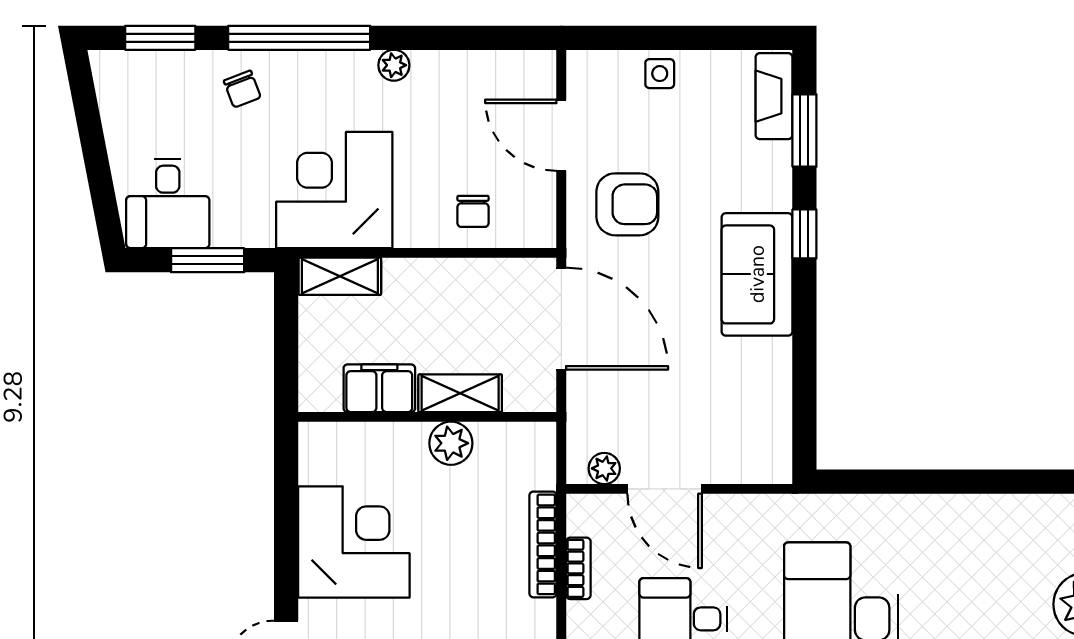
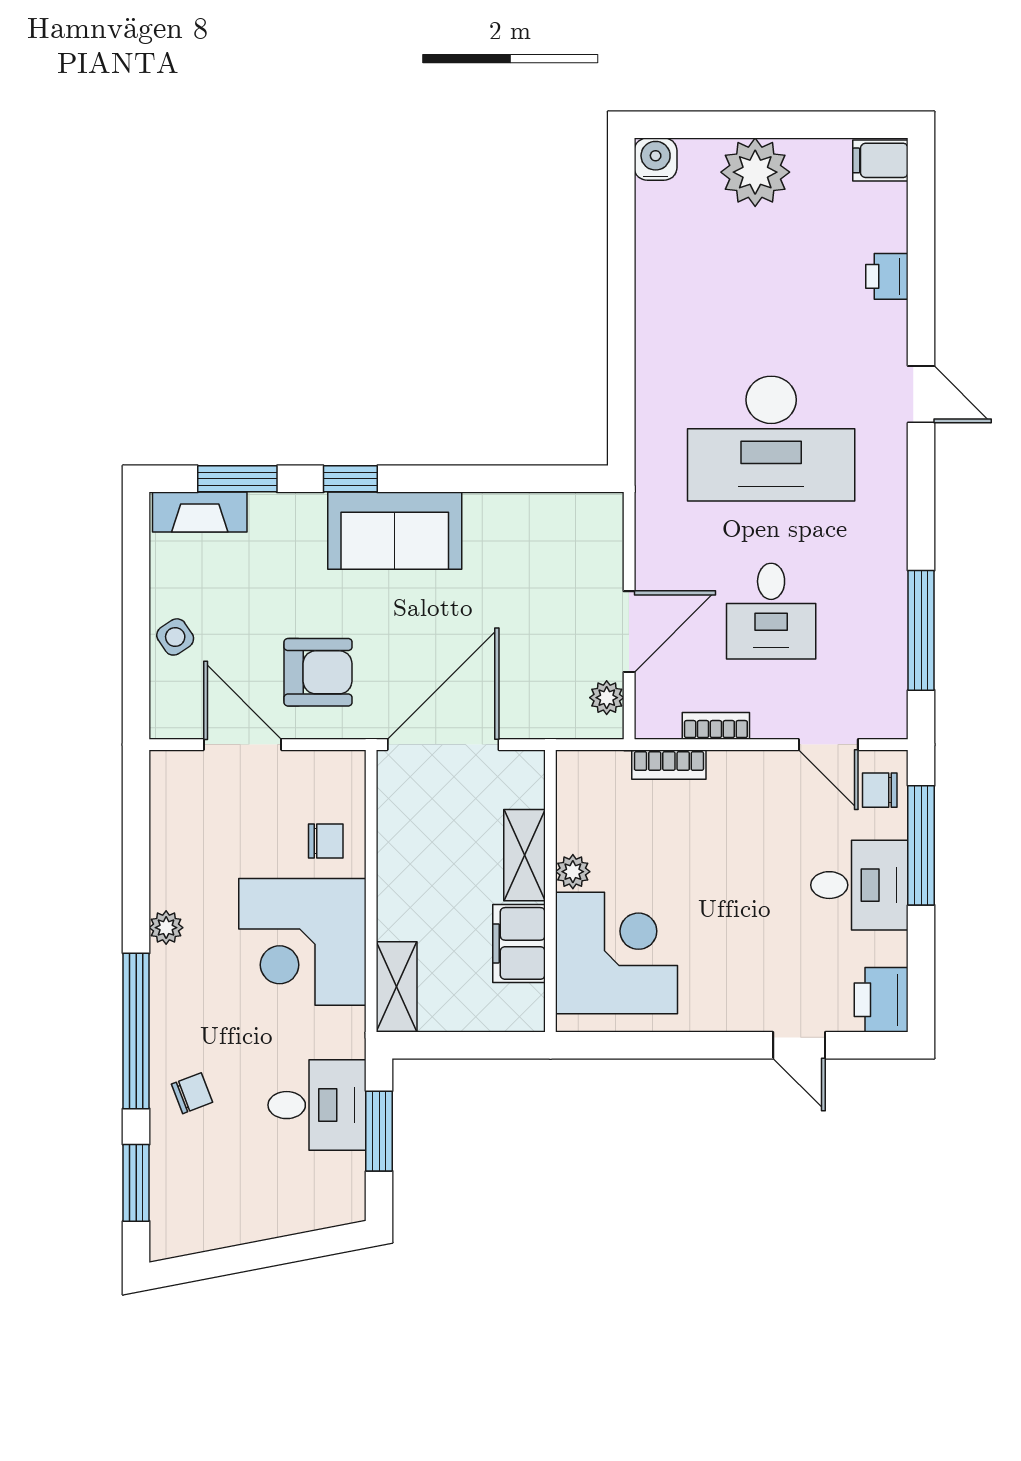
side table: (660, 74) -> (175, 637), turned -34
door: (561, 135) -> (243, 745), swing flipped
corner desk: (334, 190) -> (302, 942), moved
desk: (168, 203) -> (317, 1105), moved
armchair: (627, 204) -> (318, 672), turned 90
plant: (451, 443) -> (573, 872), width x0.73, depth x0.73
corner desk: (354, 542) -> (616, 953), moved, turned 90
bookcase: (543, 544) -> (669, 765), width x0.64

